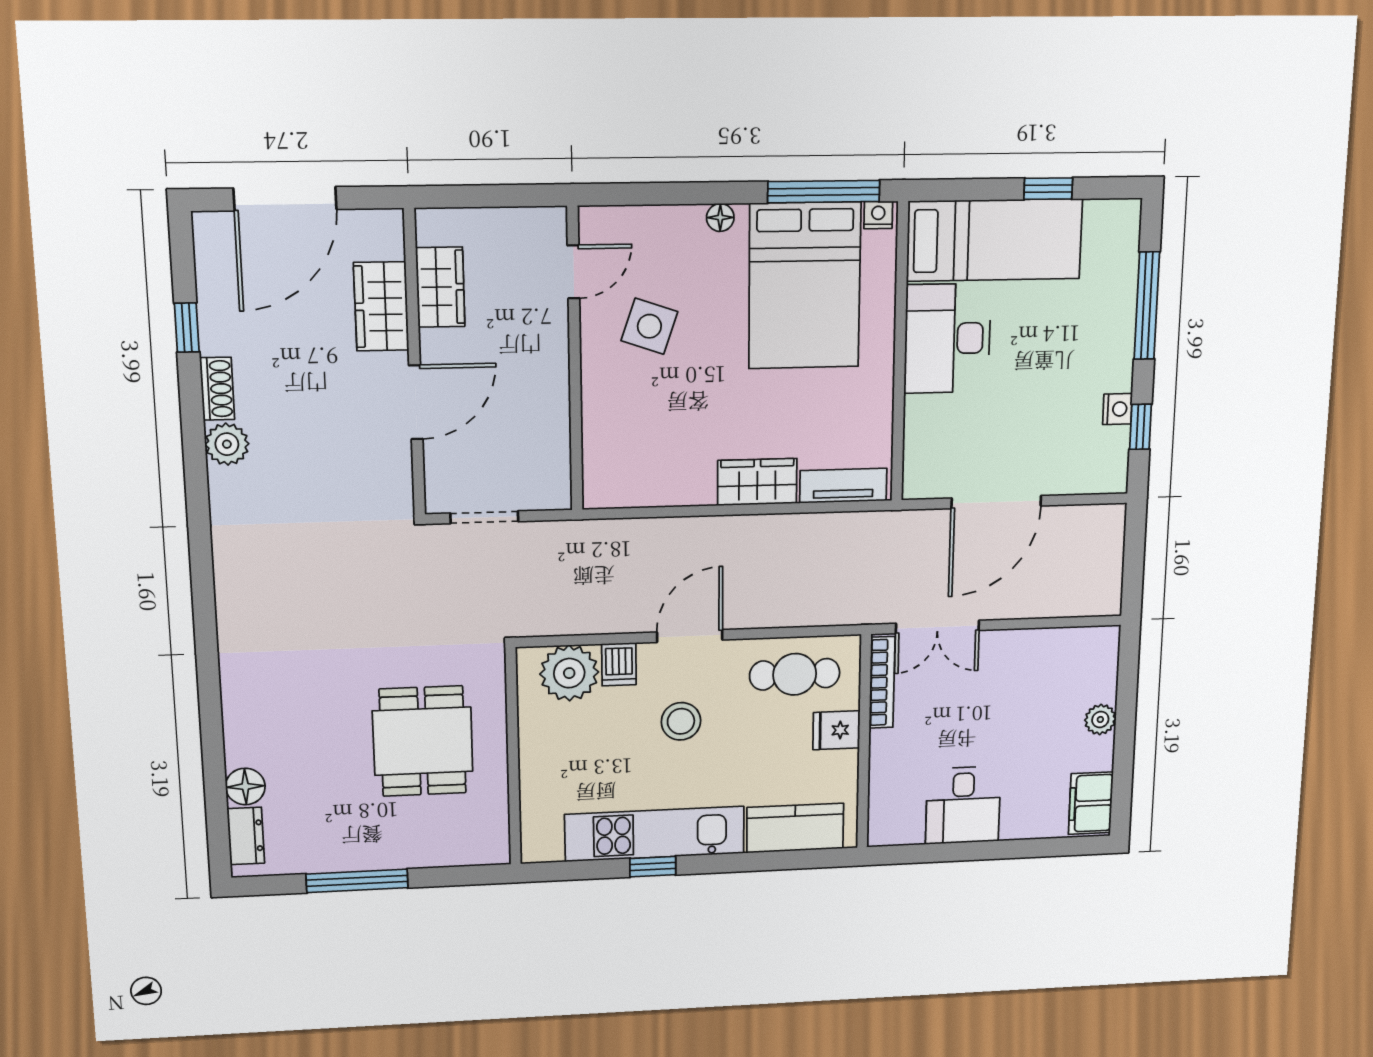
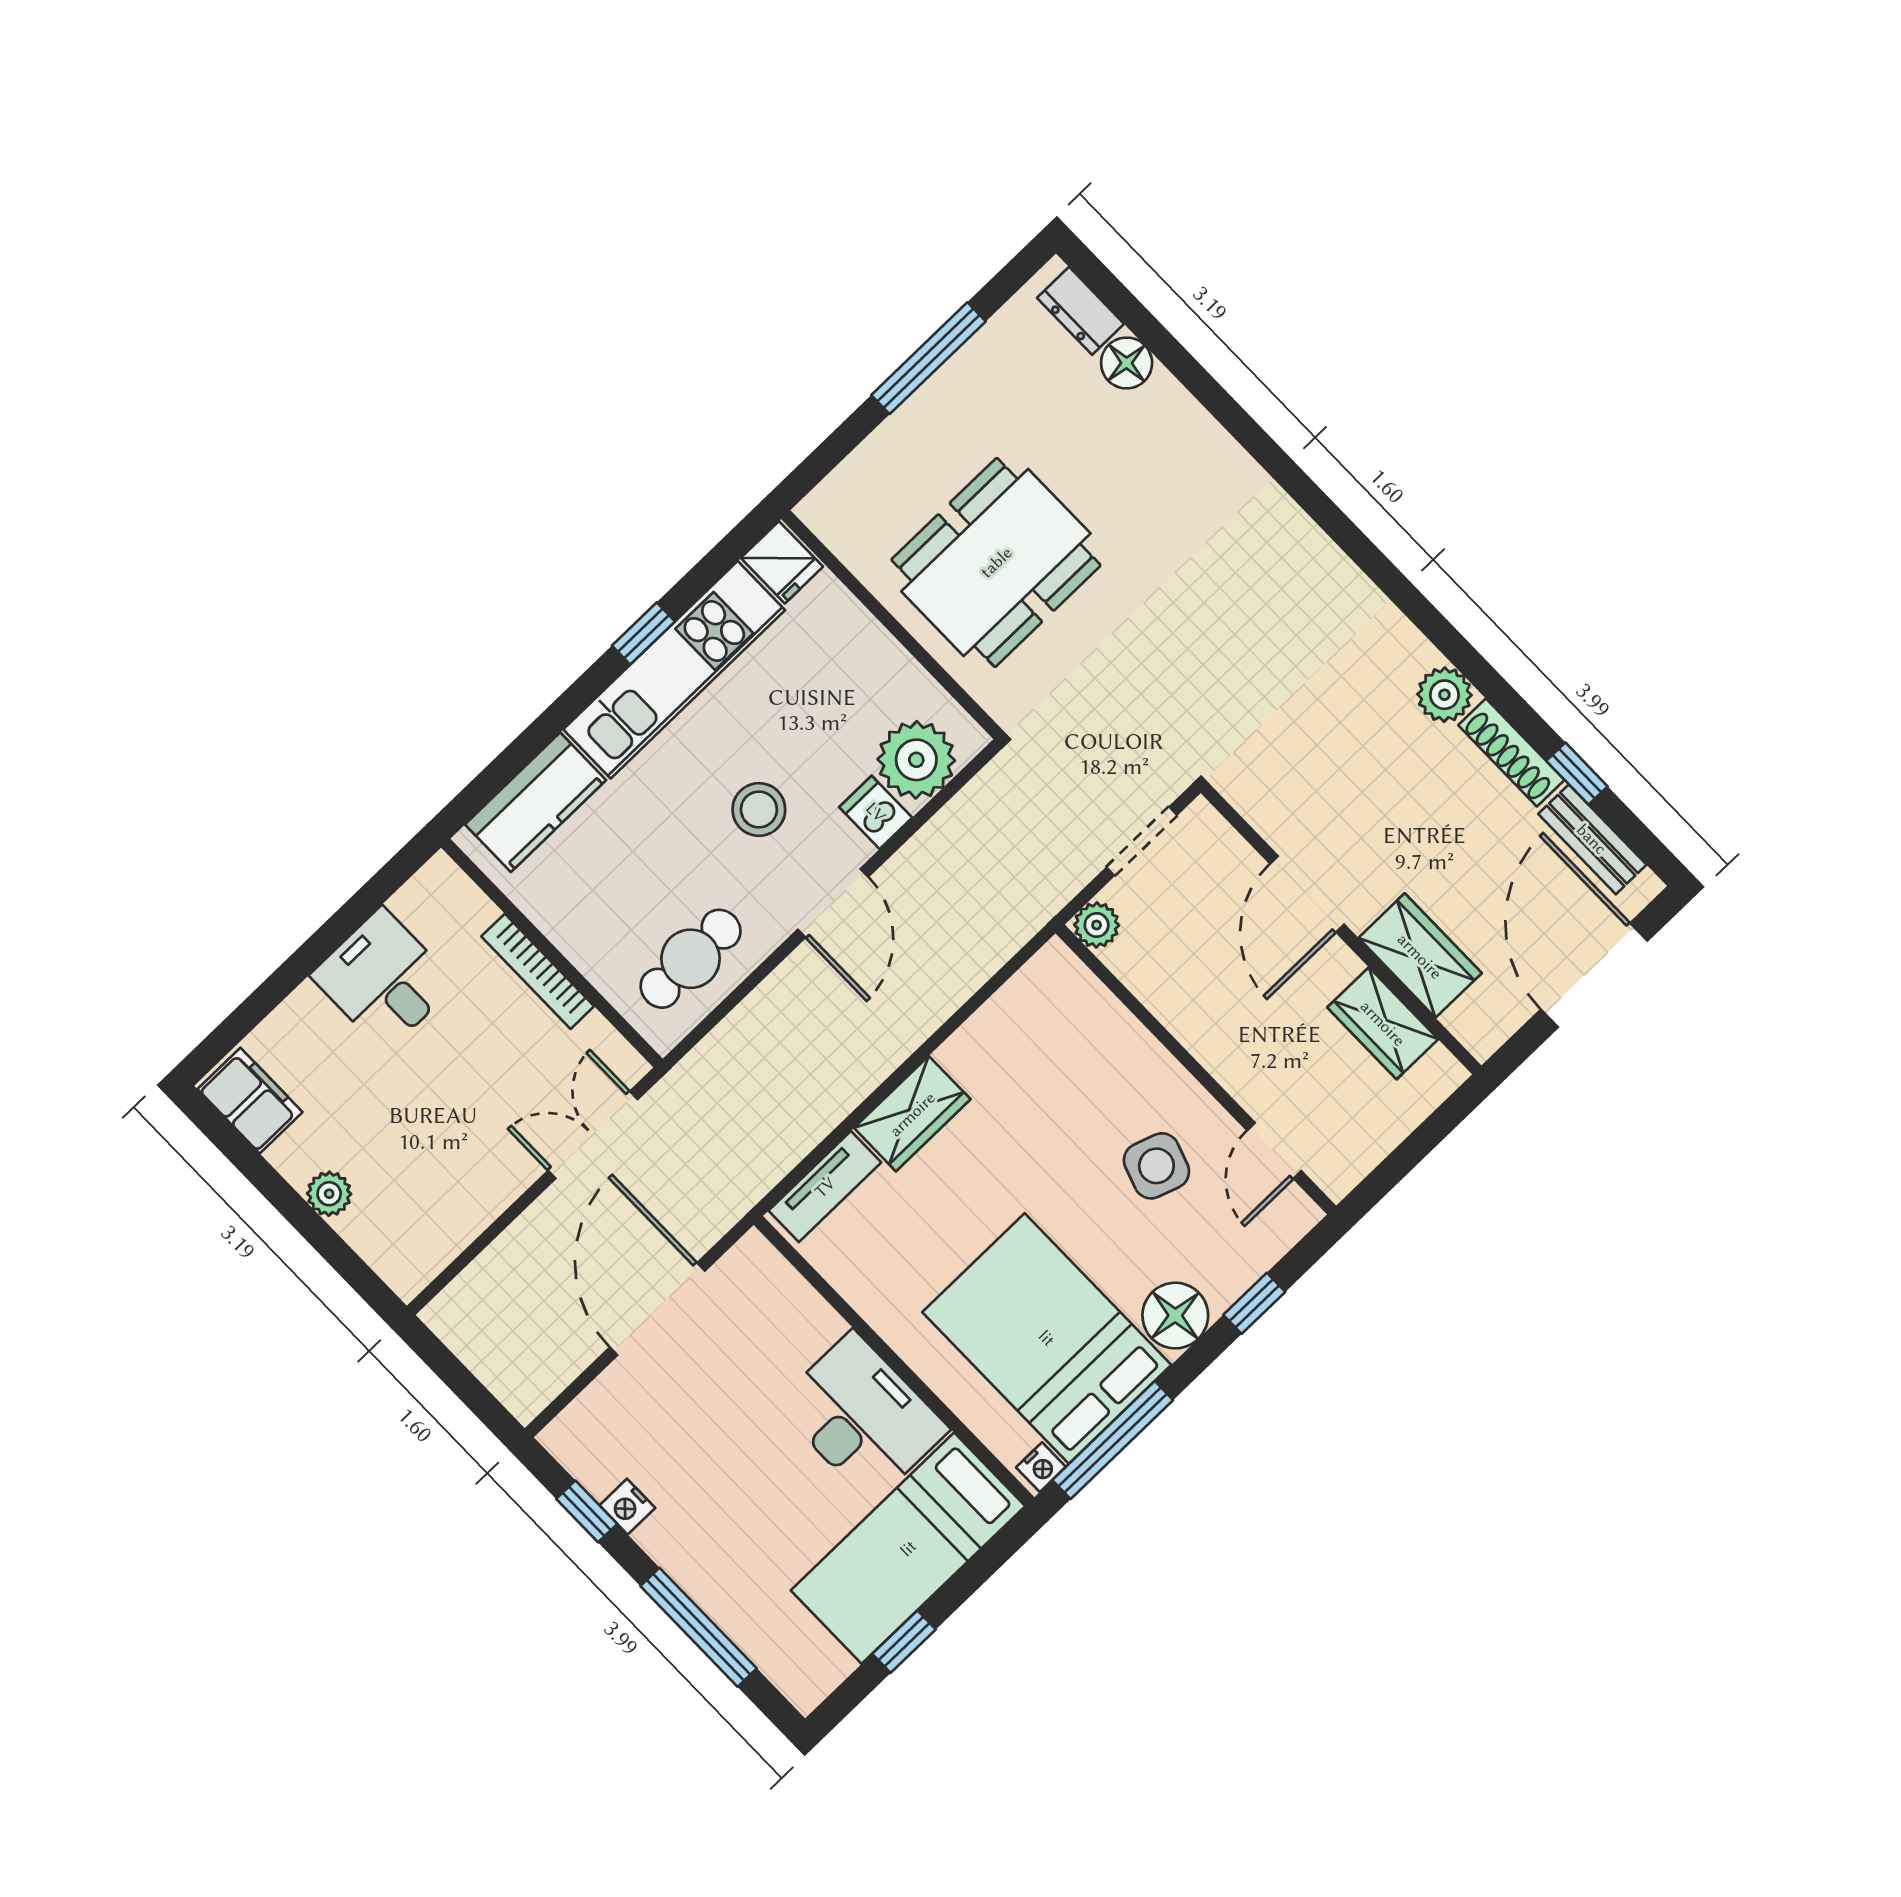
window: (668, 194) -> (1254, 1303), added
floor lamp: (720, 218) -> (1175, 1316), width x1.89, depth x1.89
bench: (213, 280) -> (1592, 839), added
shoe rack: (217, 389) -> (1511, 753), width x1.43
plant: (555, 493) -> (1097, 925), added
bookcase: (882, 682) -> (538, 971), moved
fridge: (836, 730) -> (782, 562), moved, turned 90
dining table: (423, 741) -> (996, 562), width x1.38

